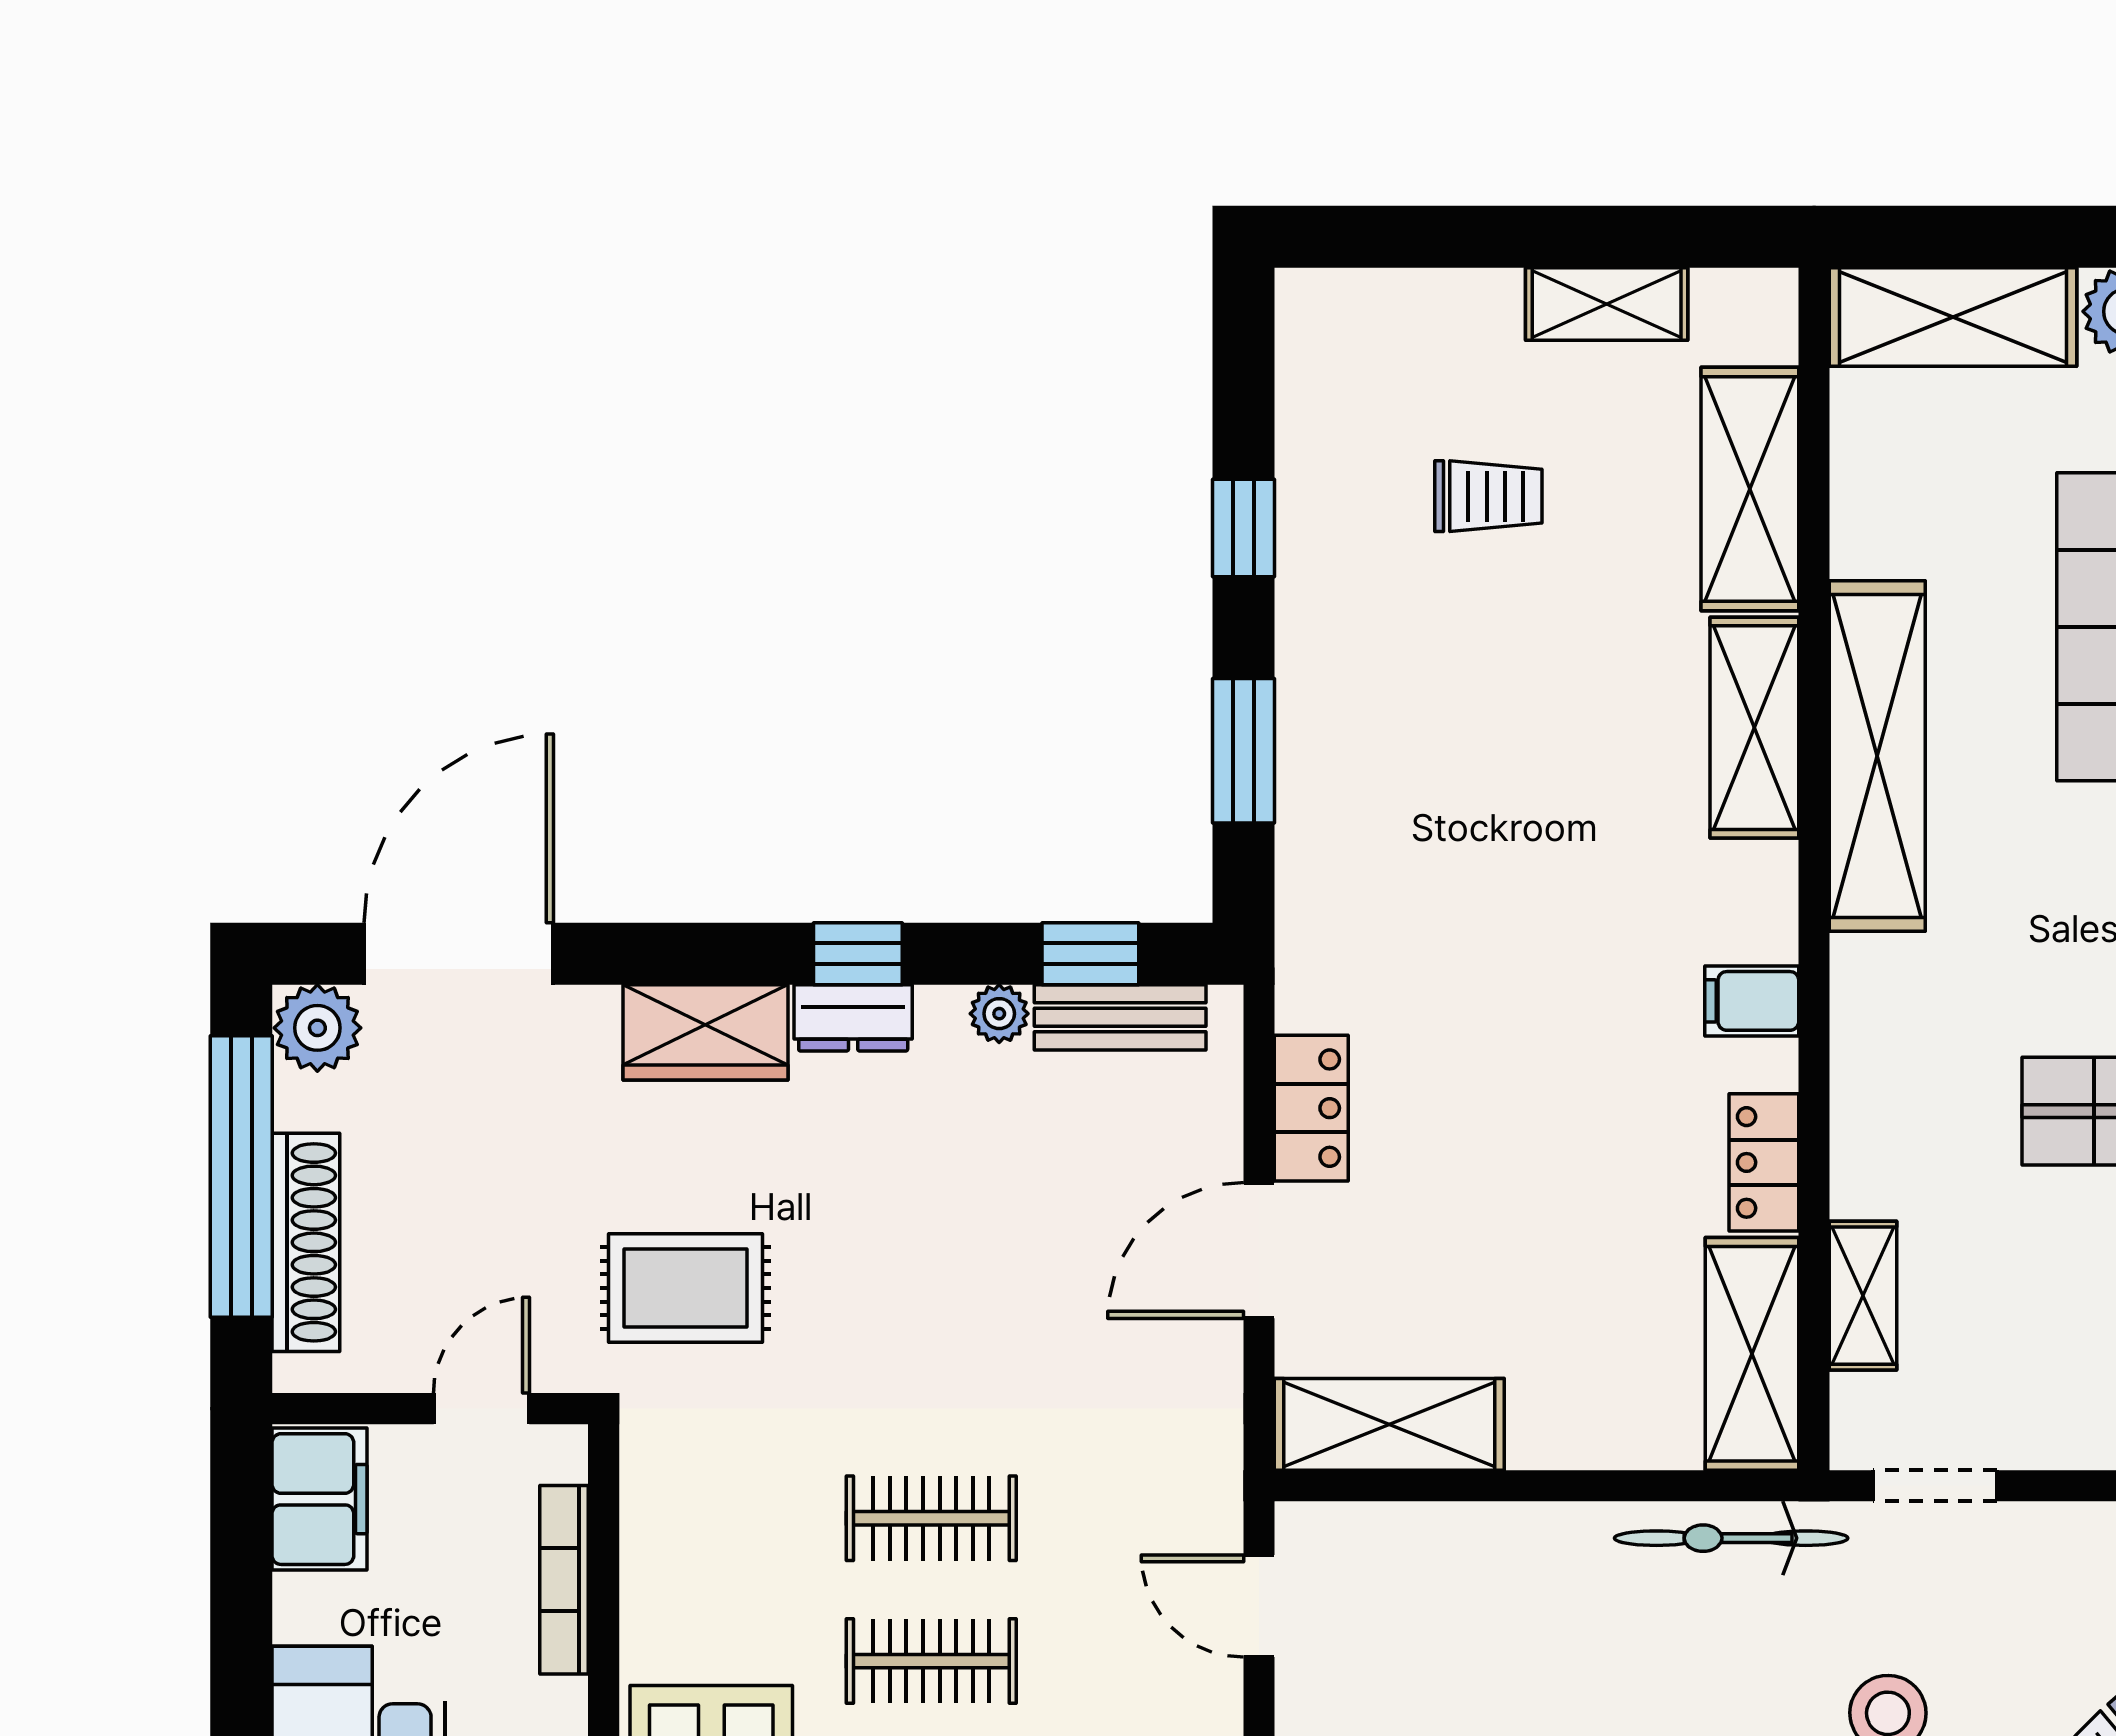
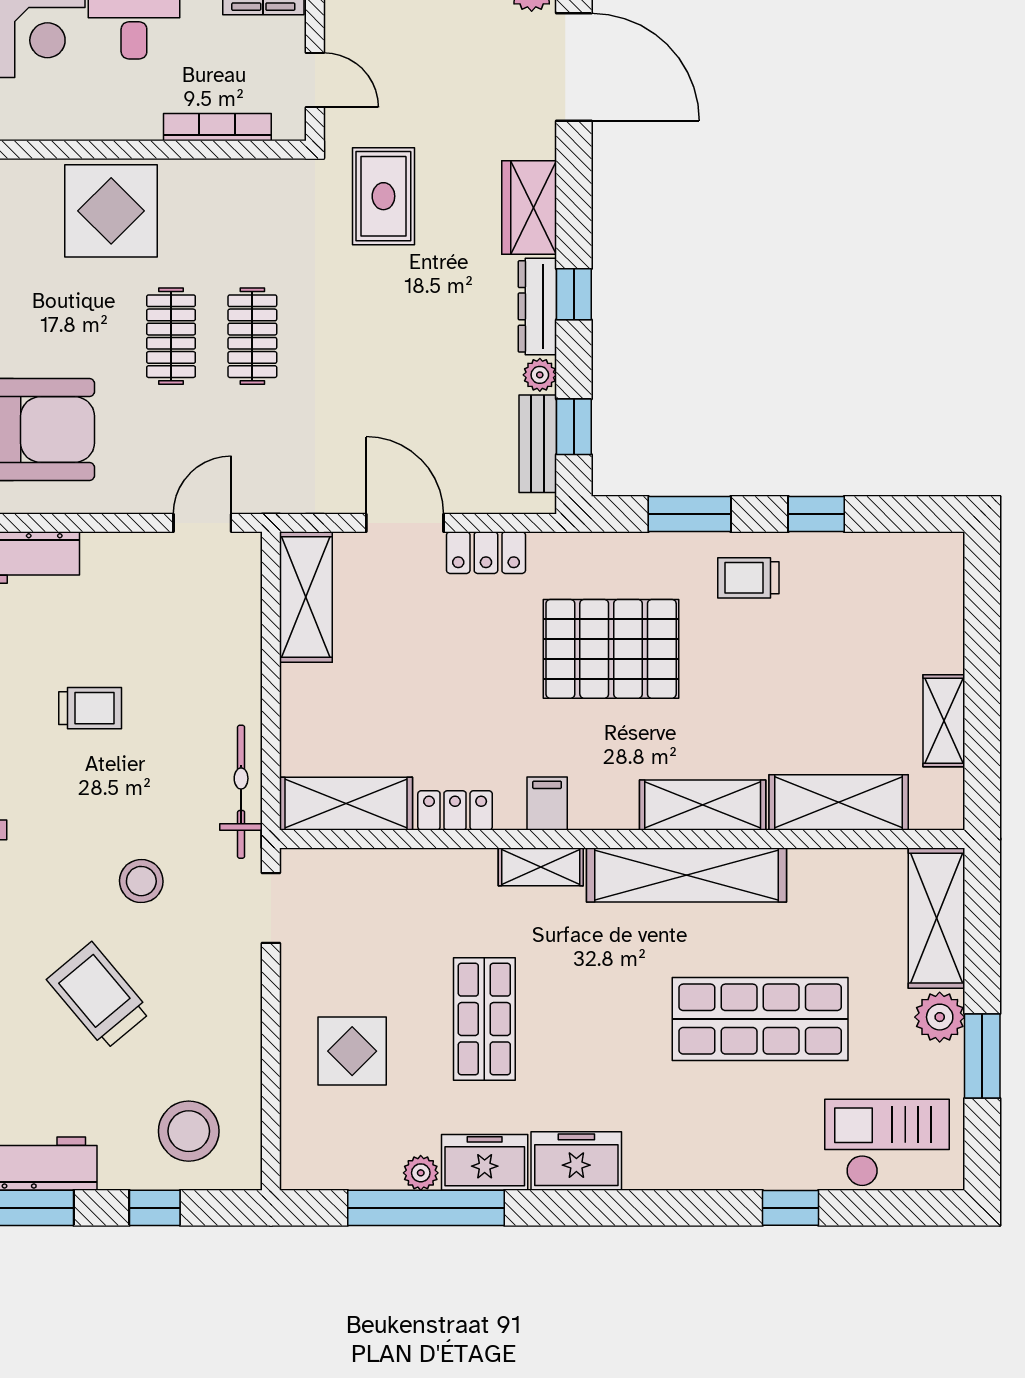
trolley: (1488, 496) -> (748, 578), moved, turned 90
pallet: (1480, 888) -> (611, 649), added
dresser: (853, 1018) -> (537, 306), width x1.44
shelving: (1863, 1296) -> (541, 867), moved

